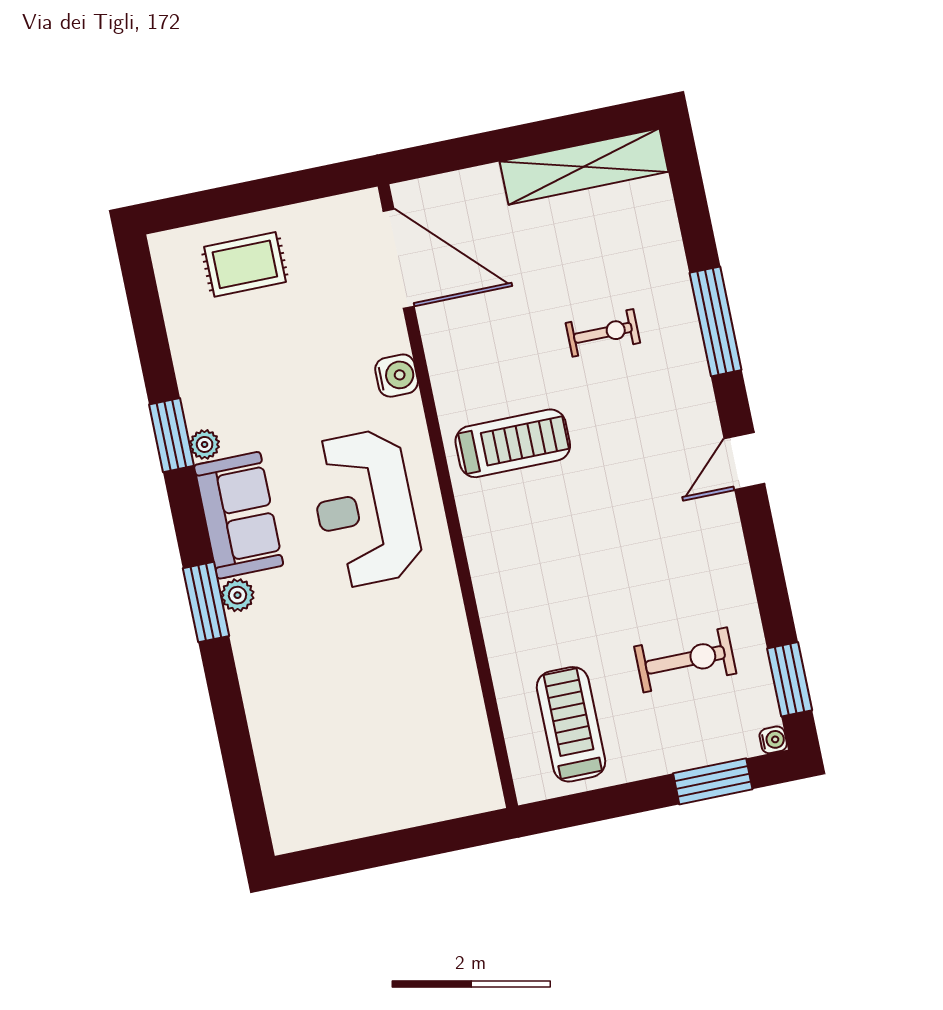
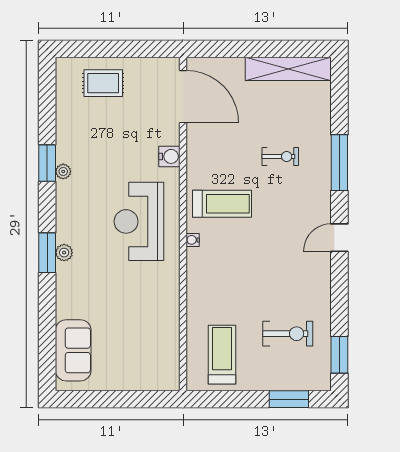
sofa: (239, 515) -> (73, 350), moved
water cooler: (773, 740) -> (193, 240), moved, turned 180

